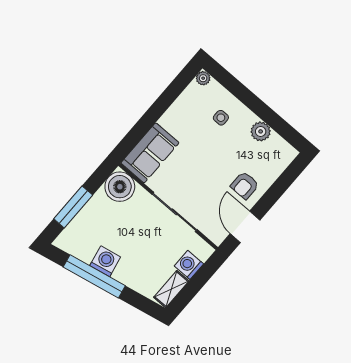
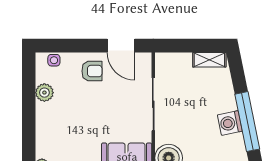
side table: (221, 118) -> (54, 60), moved
door: (245, 227) -> (121, 46), hinge flipped
washing machine: (189, 265) -> (182, 62), removed

